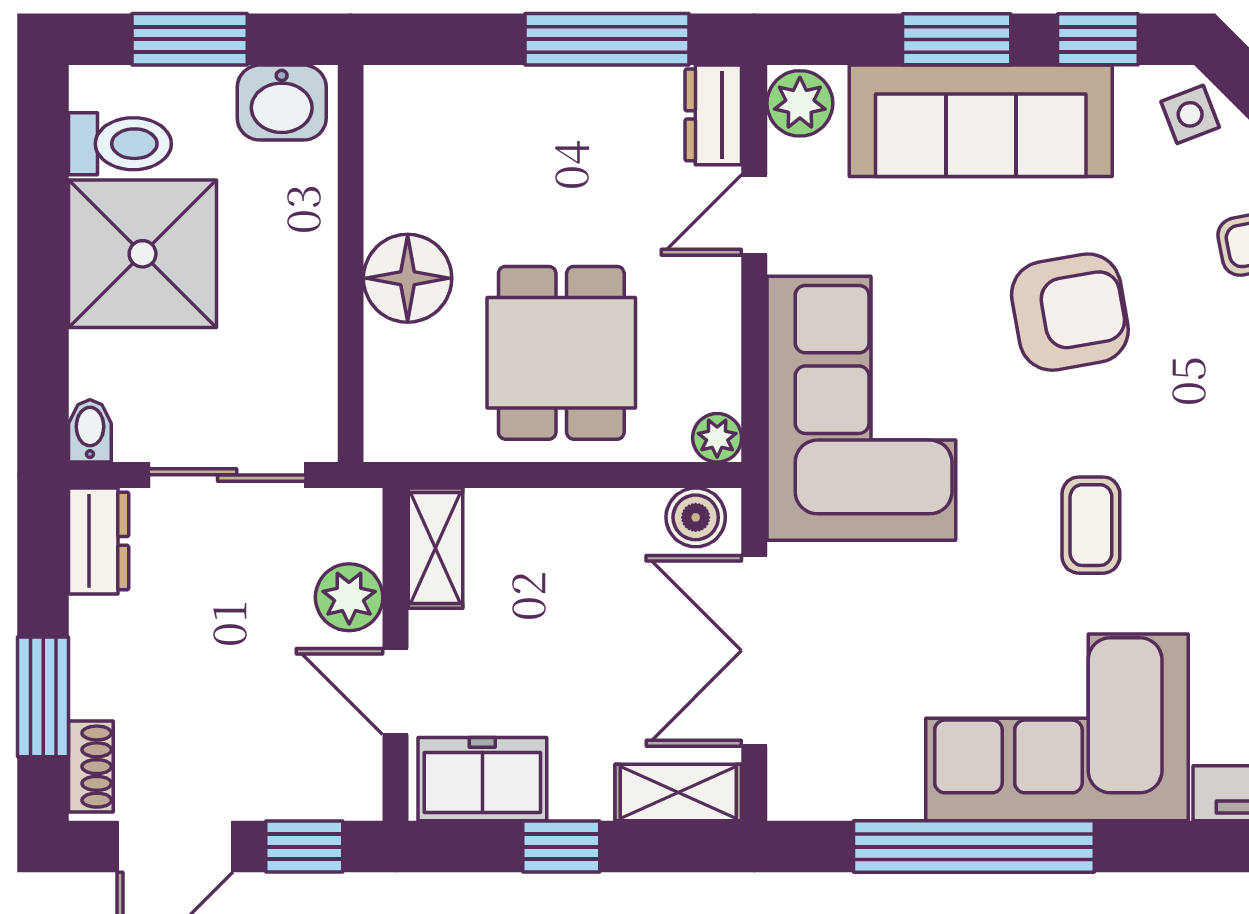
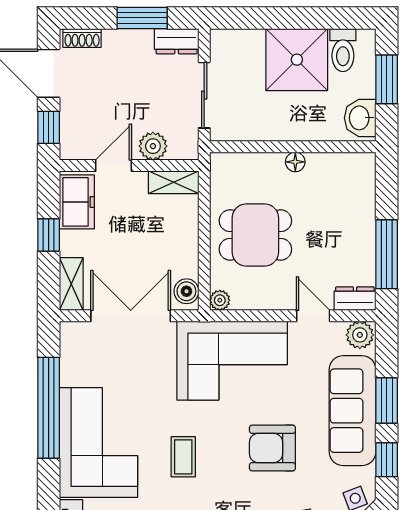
floor lamp: (408, 278) -> (295, 162), width x0.53, depth x0.53
armchair: (1070, 312) -> (272, 448), turned 100
bidet: (90, 431) -> (223, 38), removed
coffee table: (1091, 525) -> (183, 457), turned 90
window: (43, 697) -> (142, 18), moved

